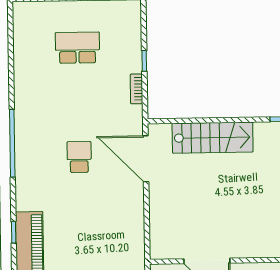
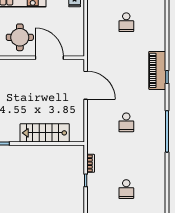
school desk: (77, 48) -> (126, 189), width x0.54
door: (146, 159) -> (86, 85), moved

